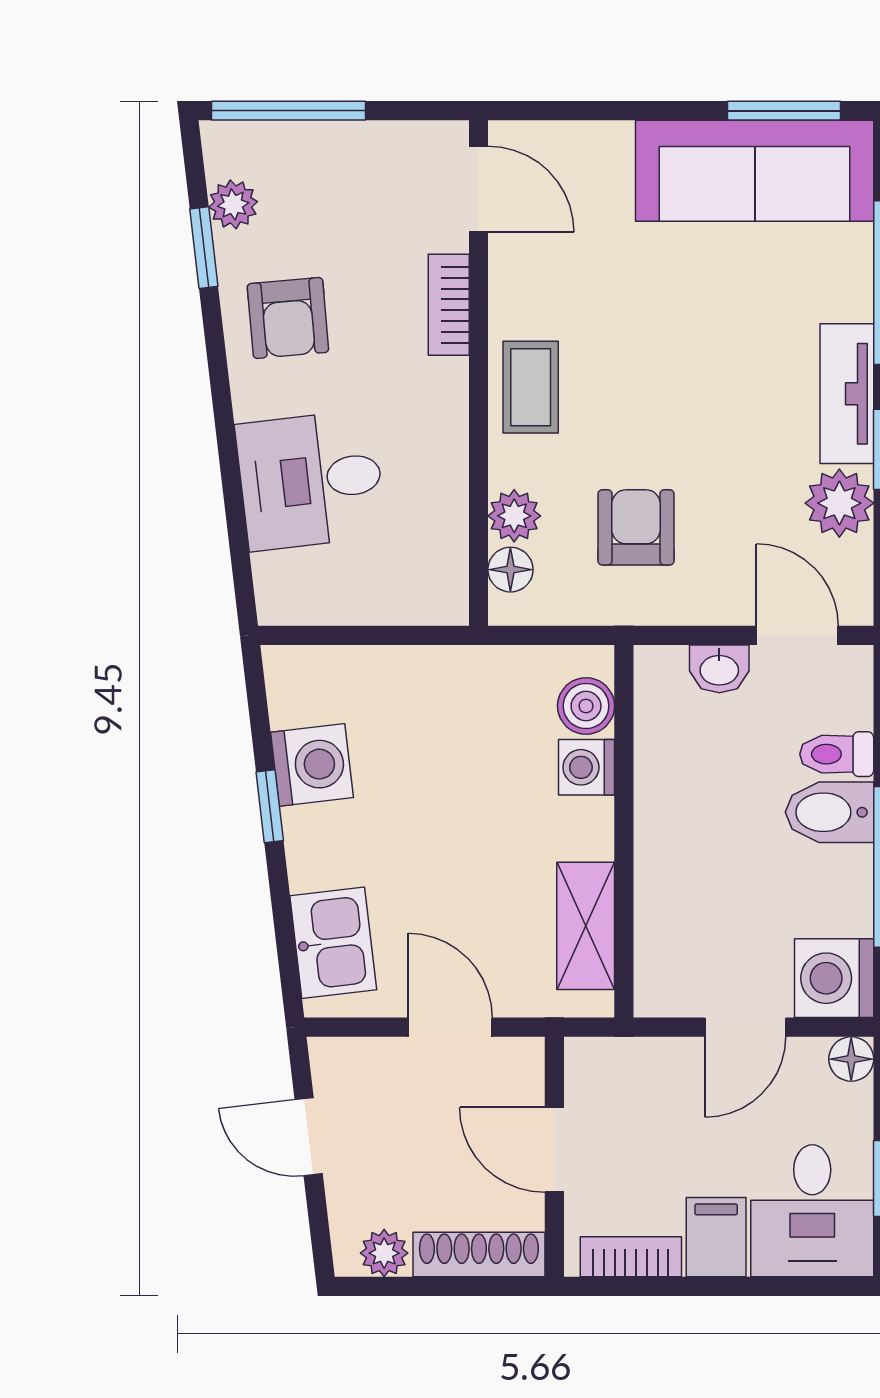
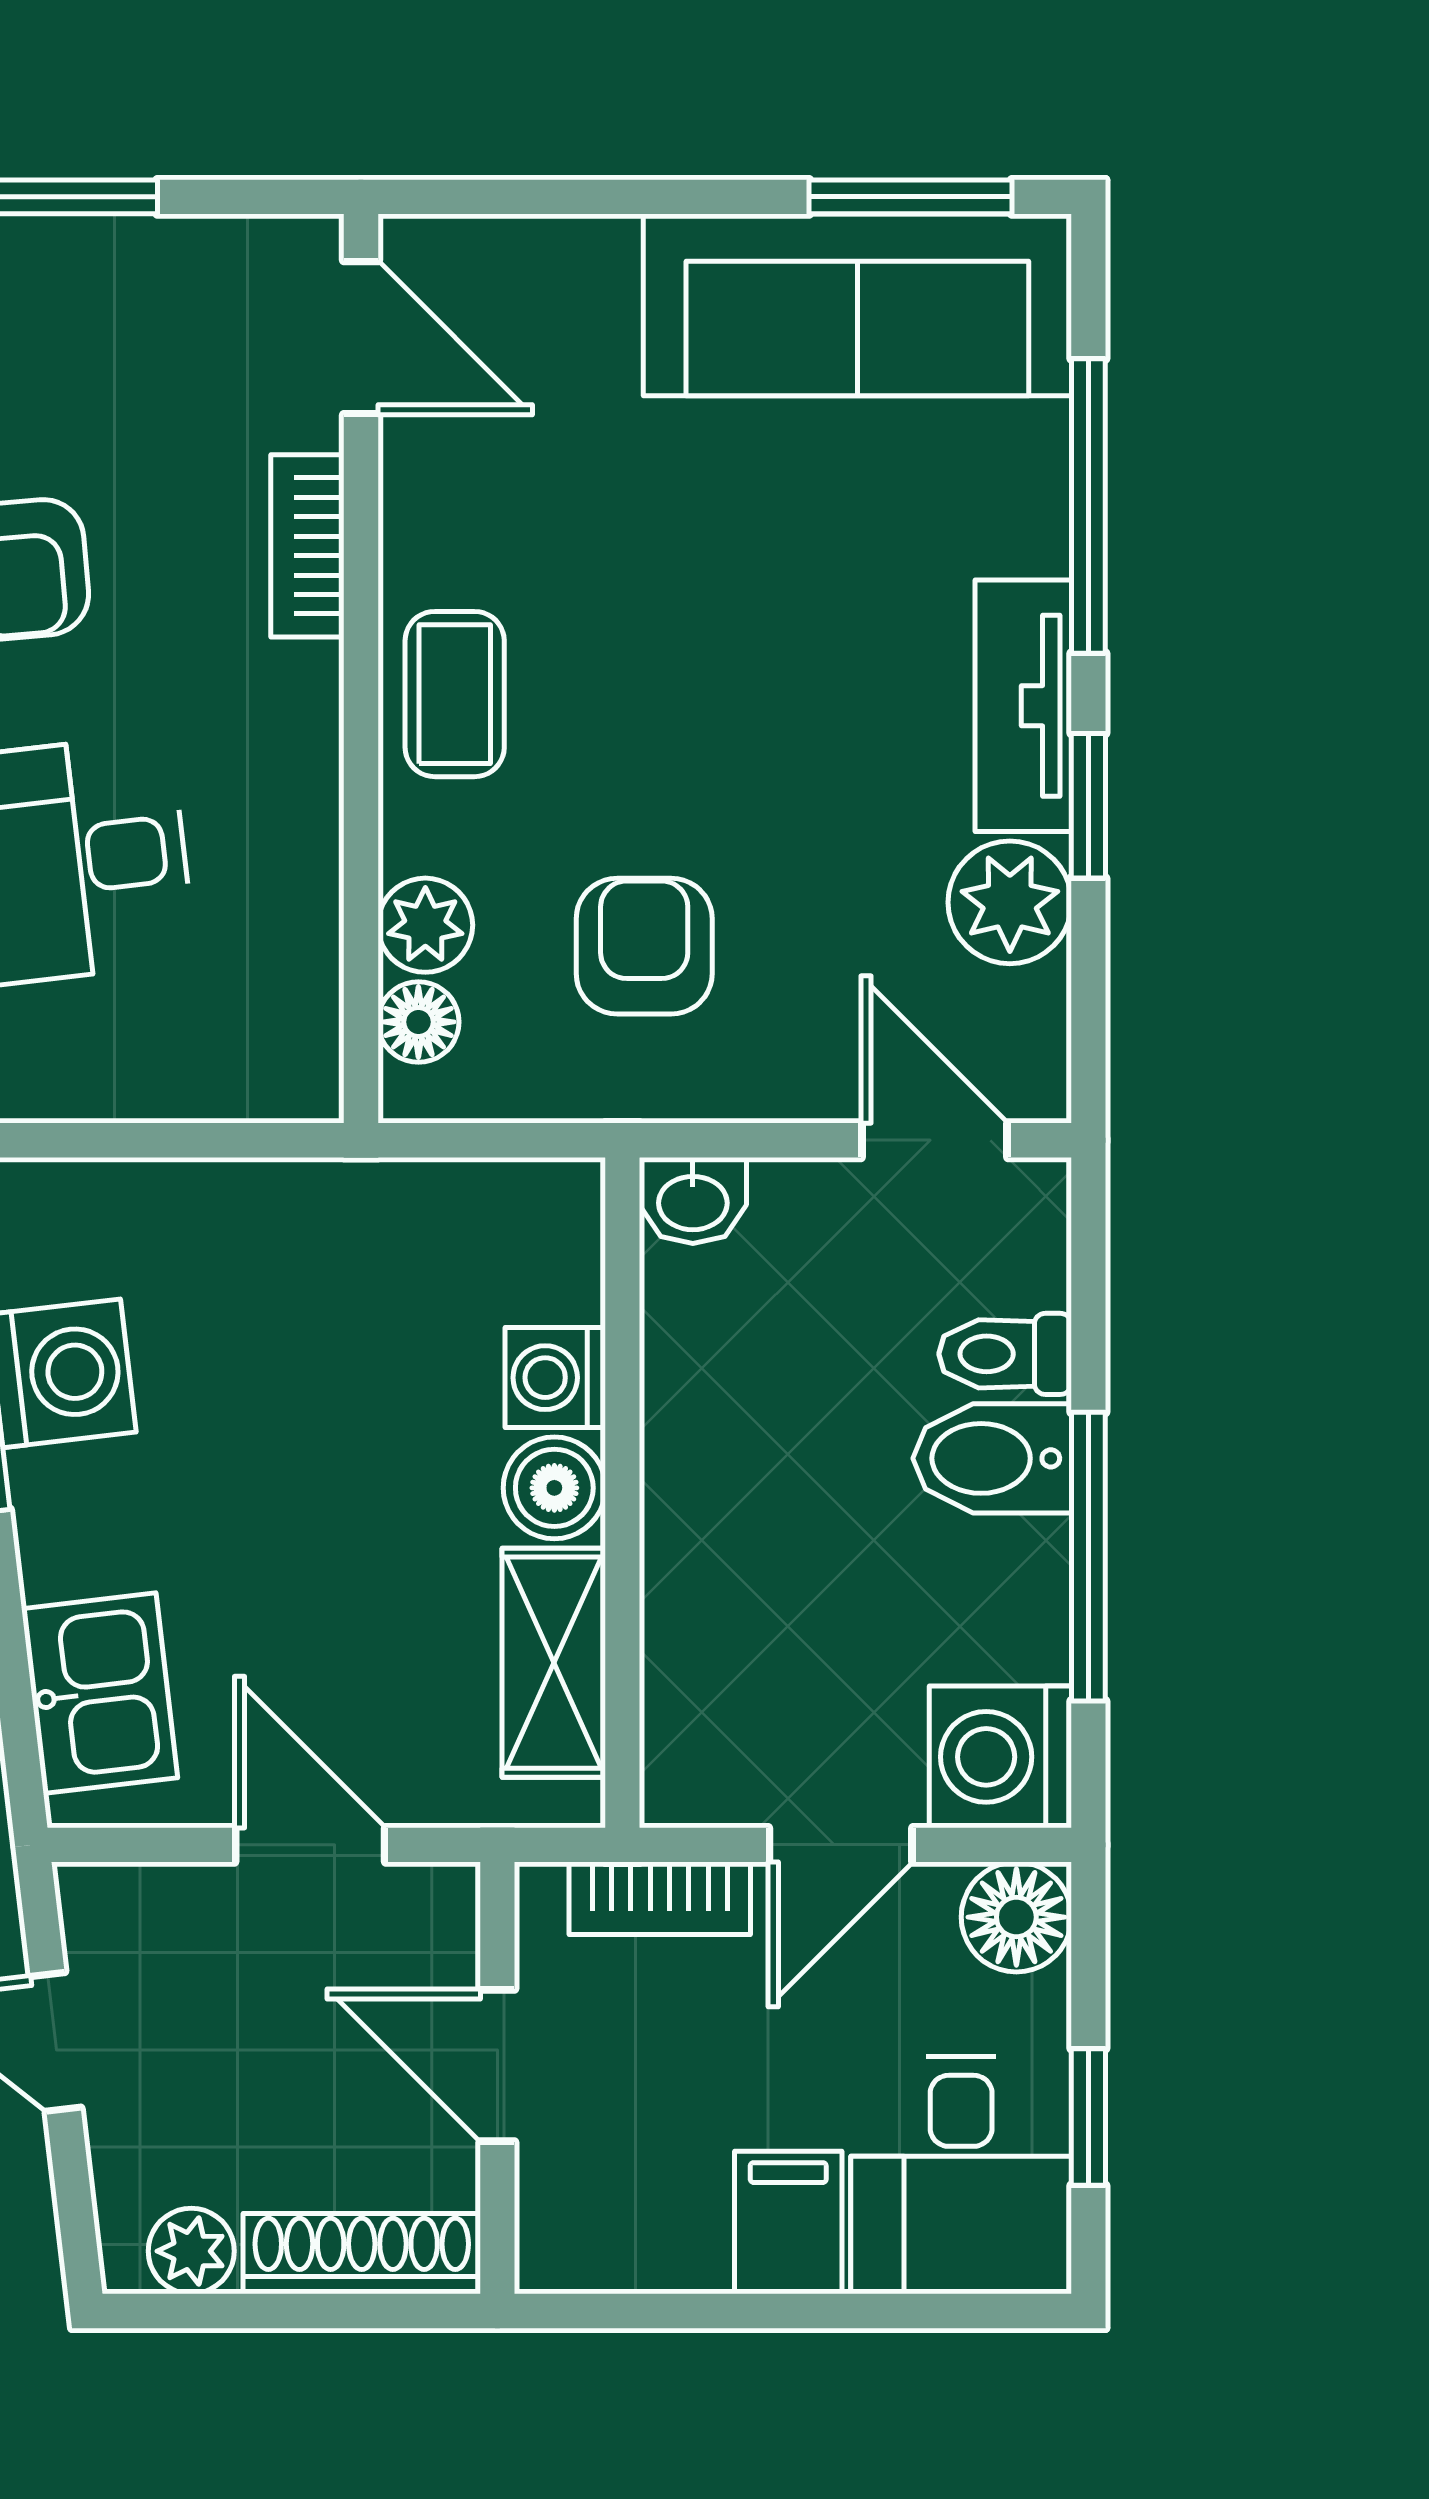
washbasin: (719, 669) -> (693, 1200), moved
boiler: (586, 706) -> (554, 1488), moved
floor lamp: (851, 1059) -> (1016, 1917), width x1.37, depth x1.37
bookcase: (631, 1257) -> (660, 1898), moved, turned 180

